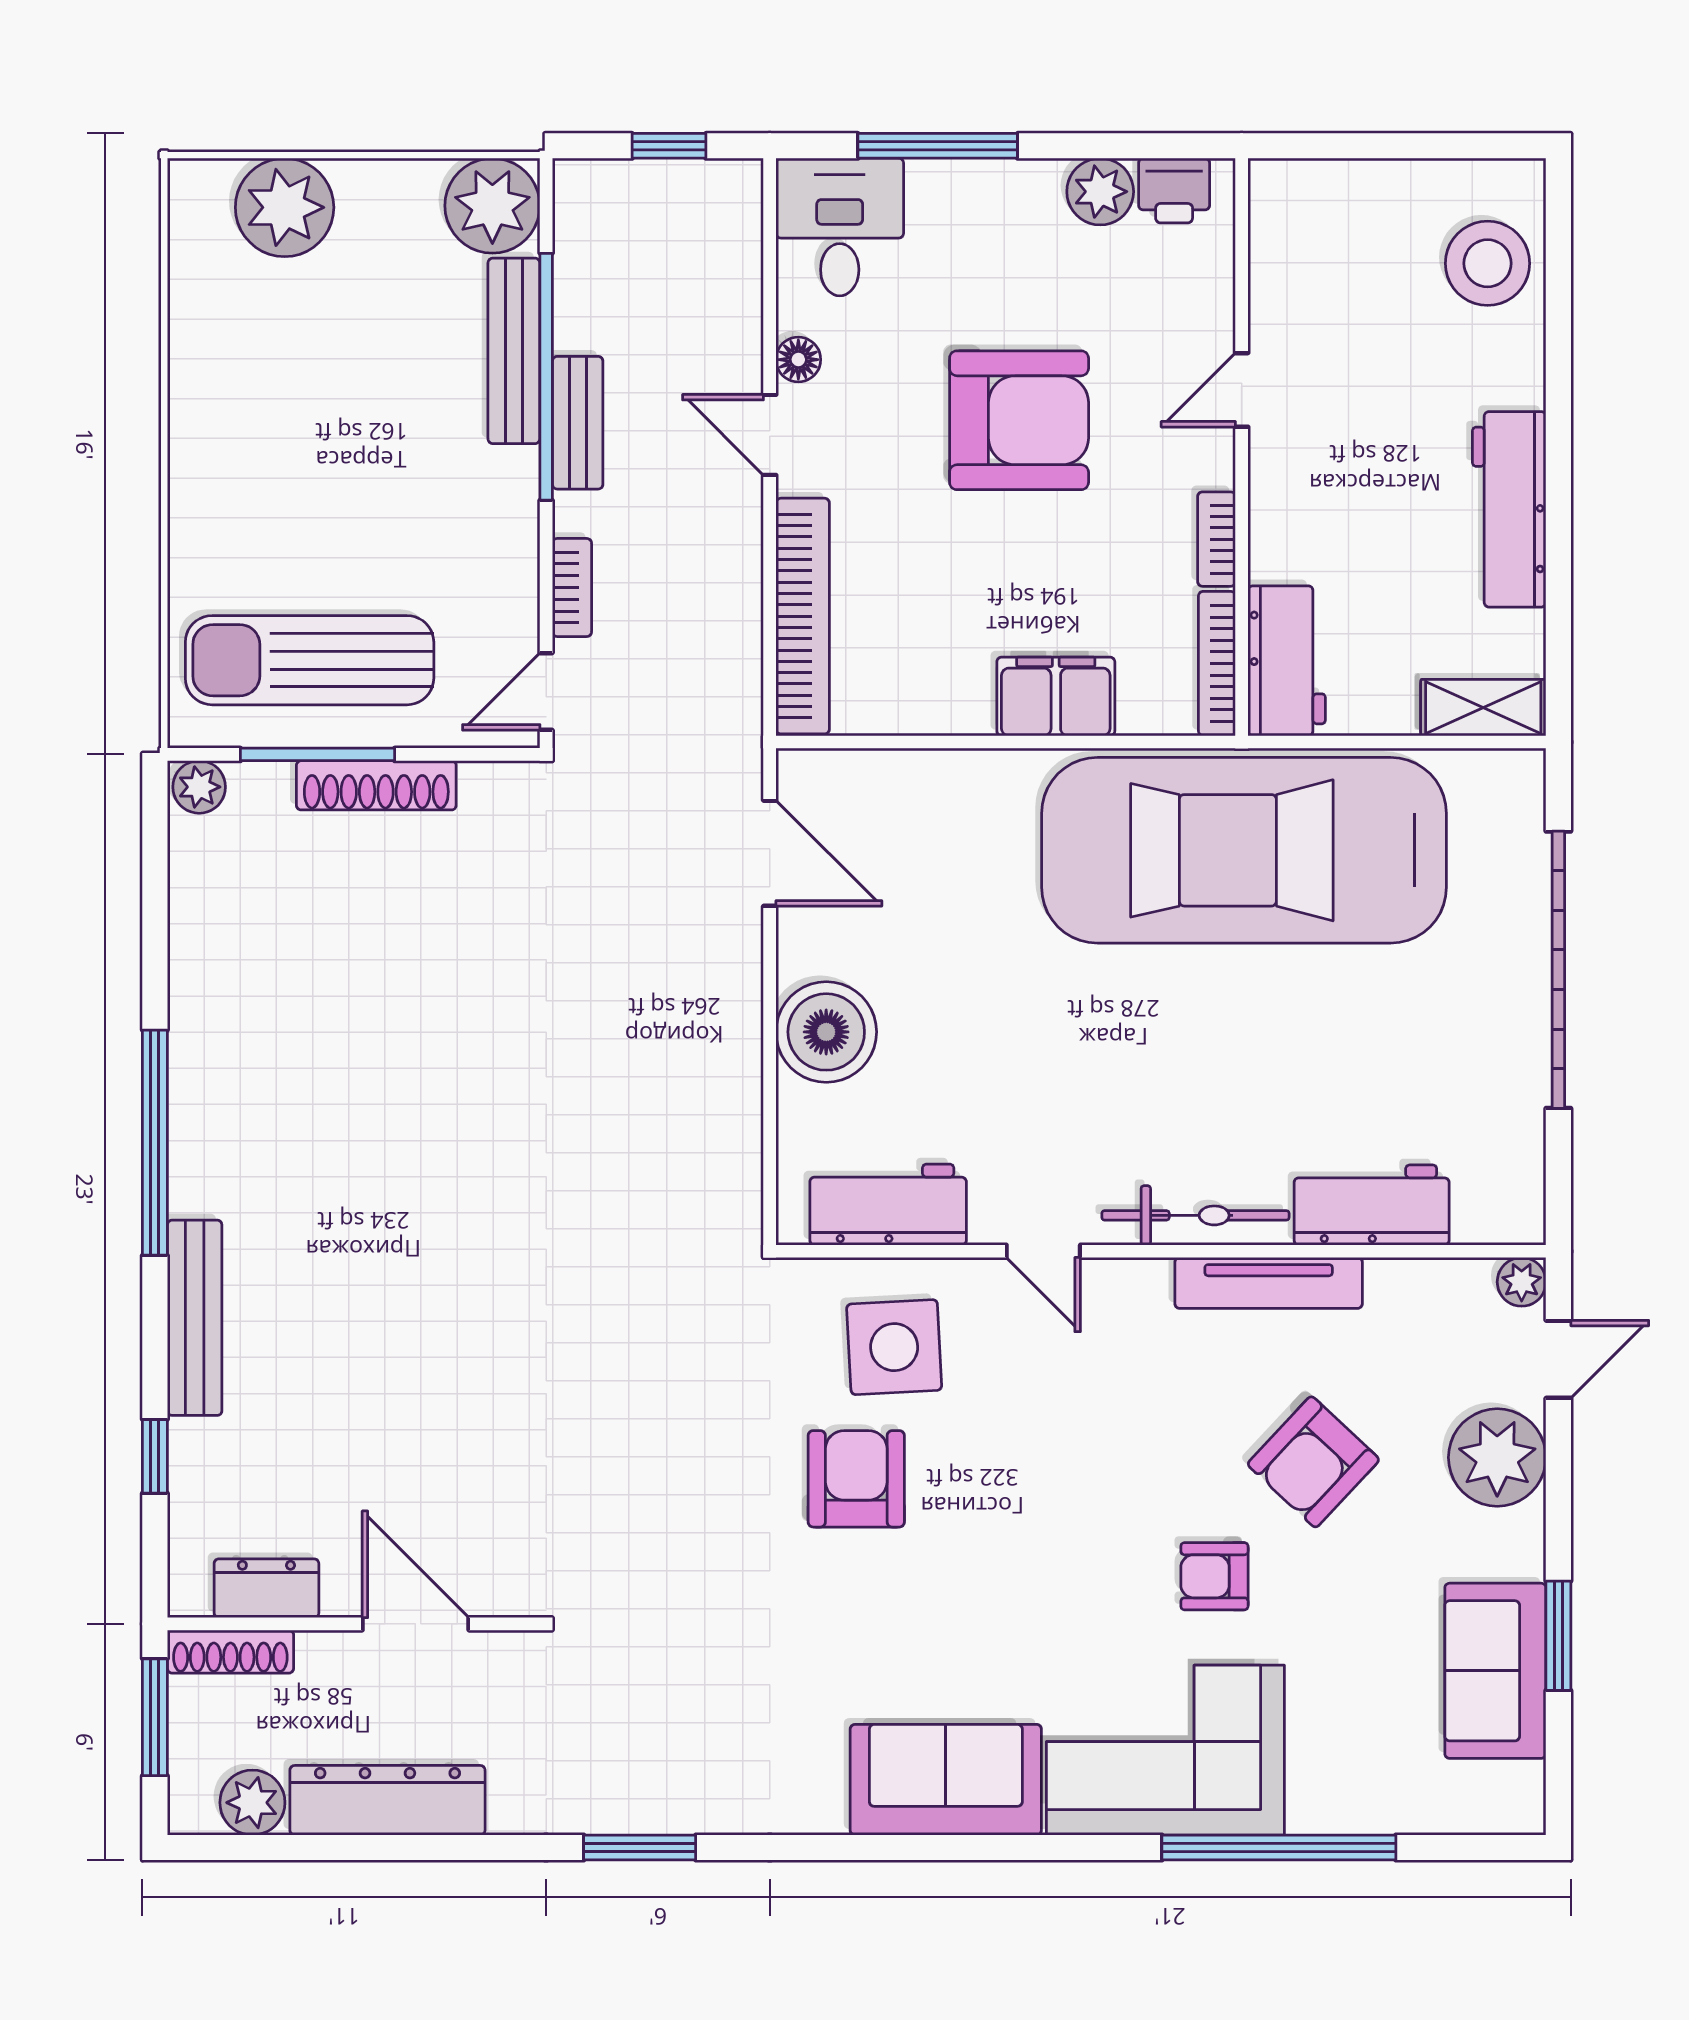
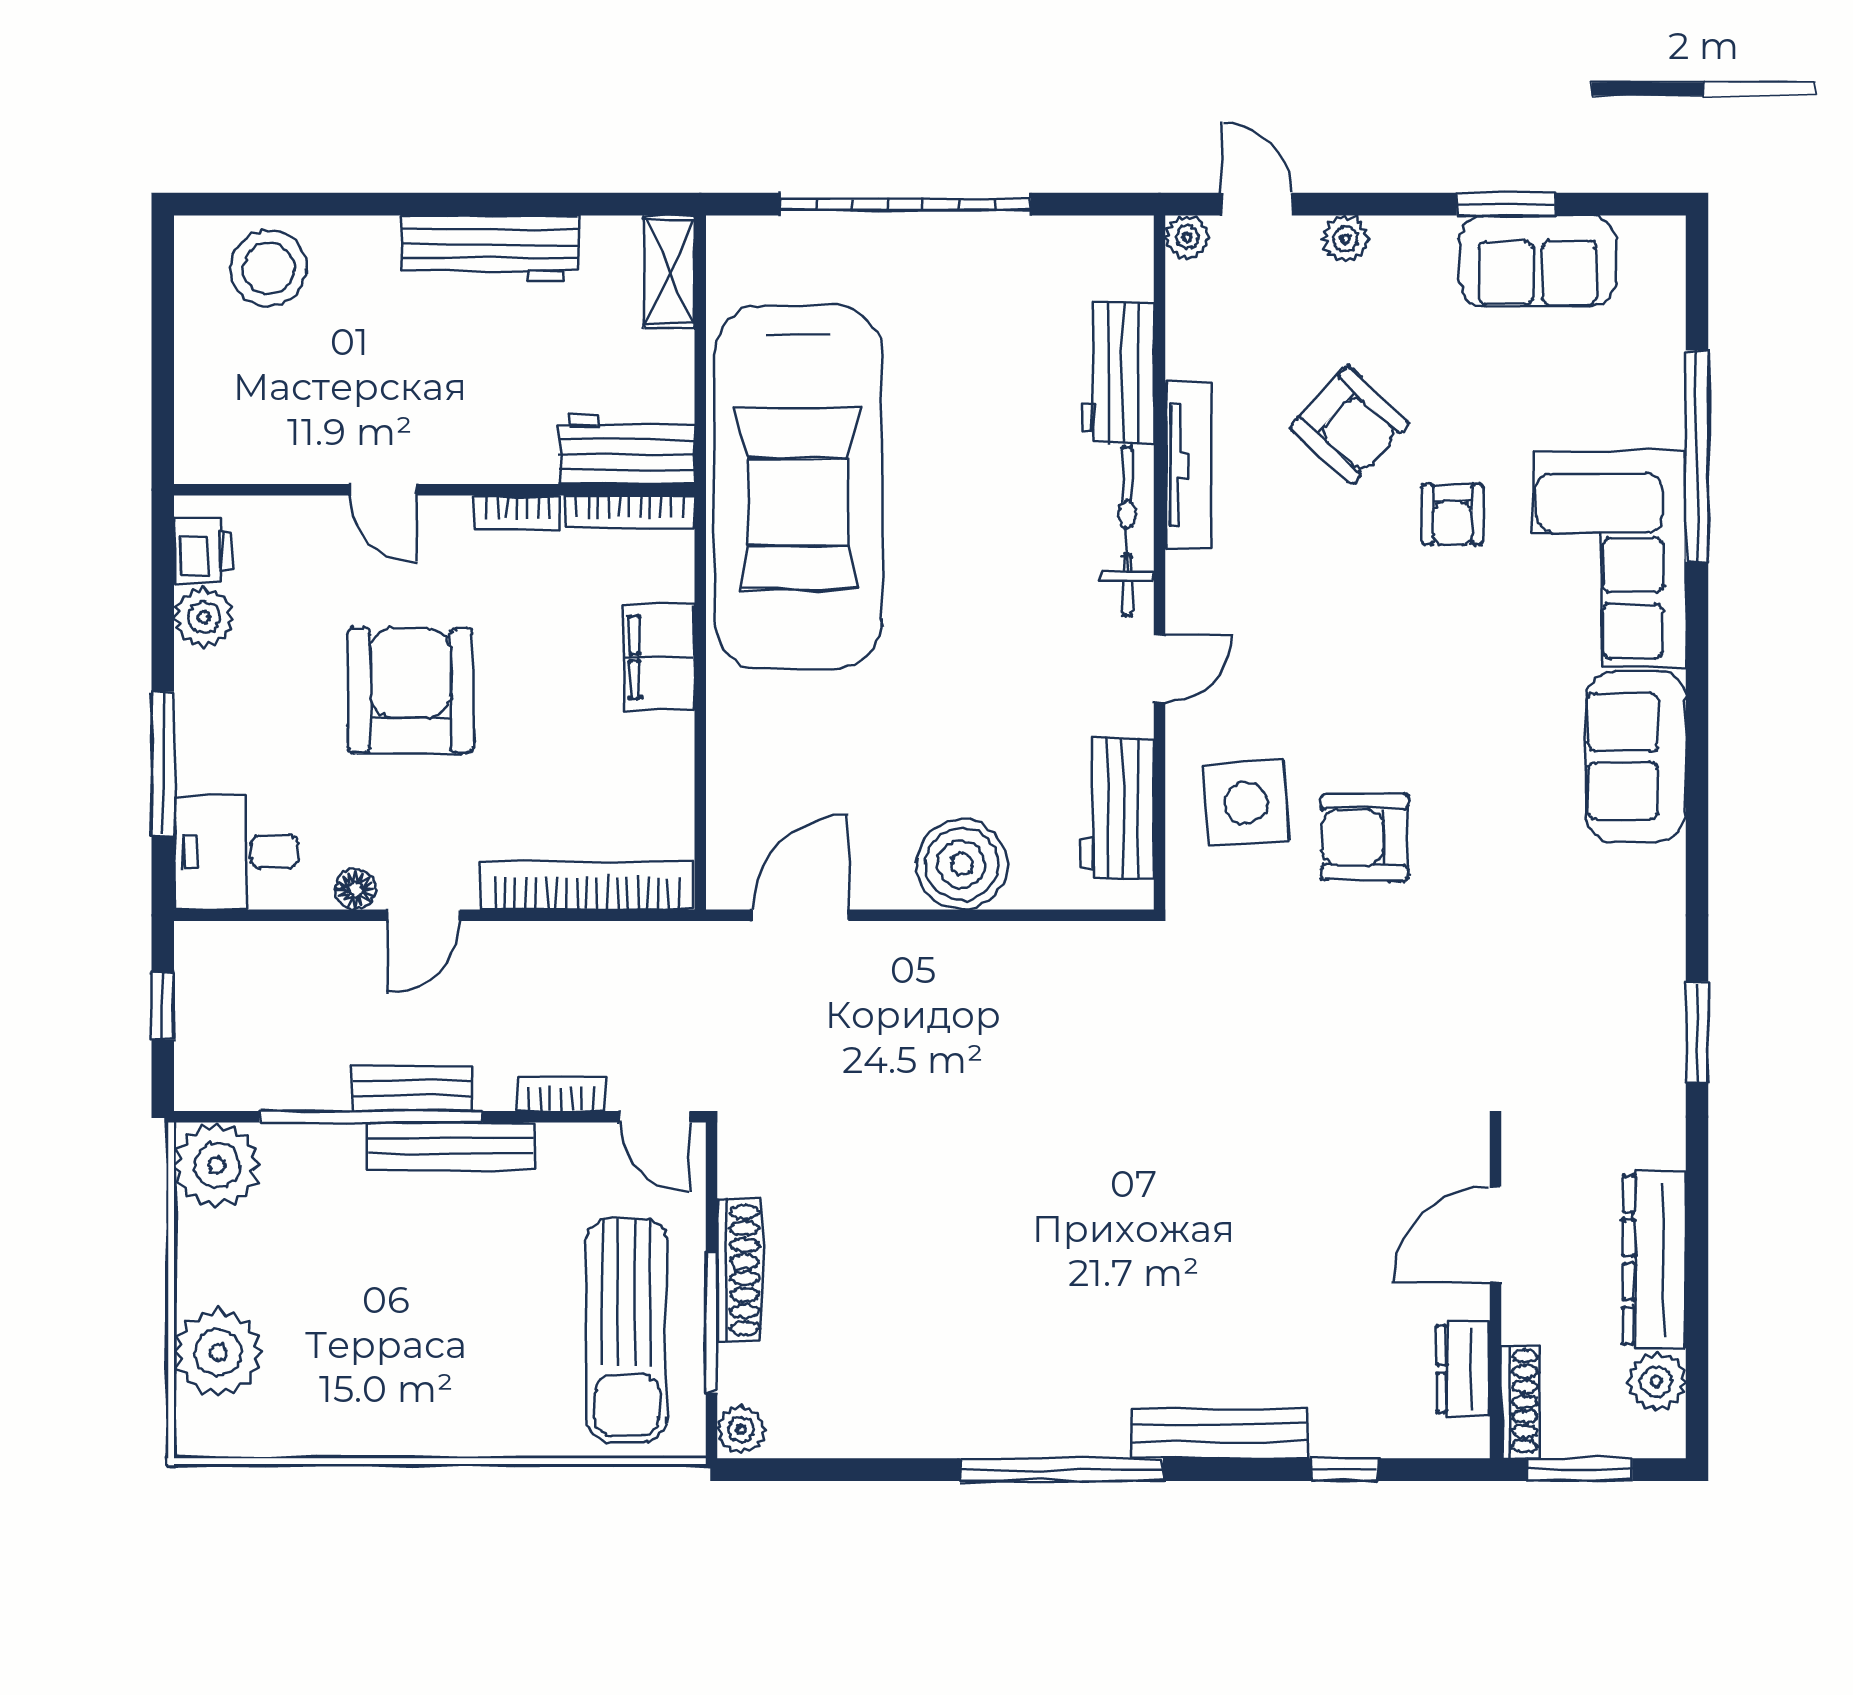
bench: (514, 351) -> (450, 1146), moved
plant: (1497, 1457) -> (1345, 239), width x0.53, depth x0.53

